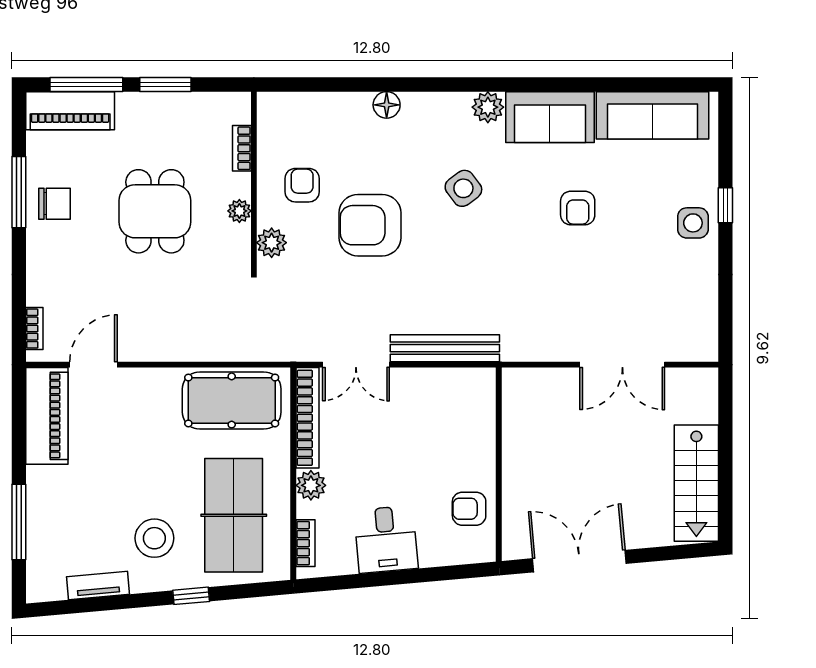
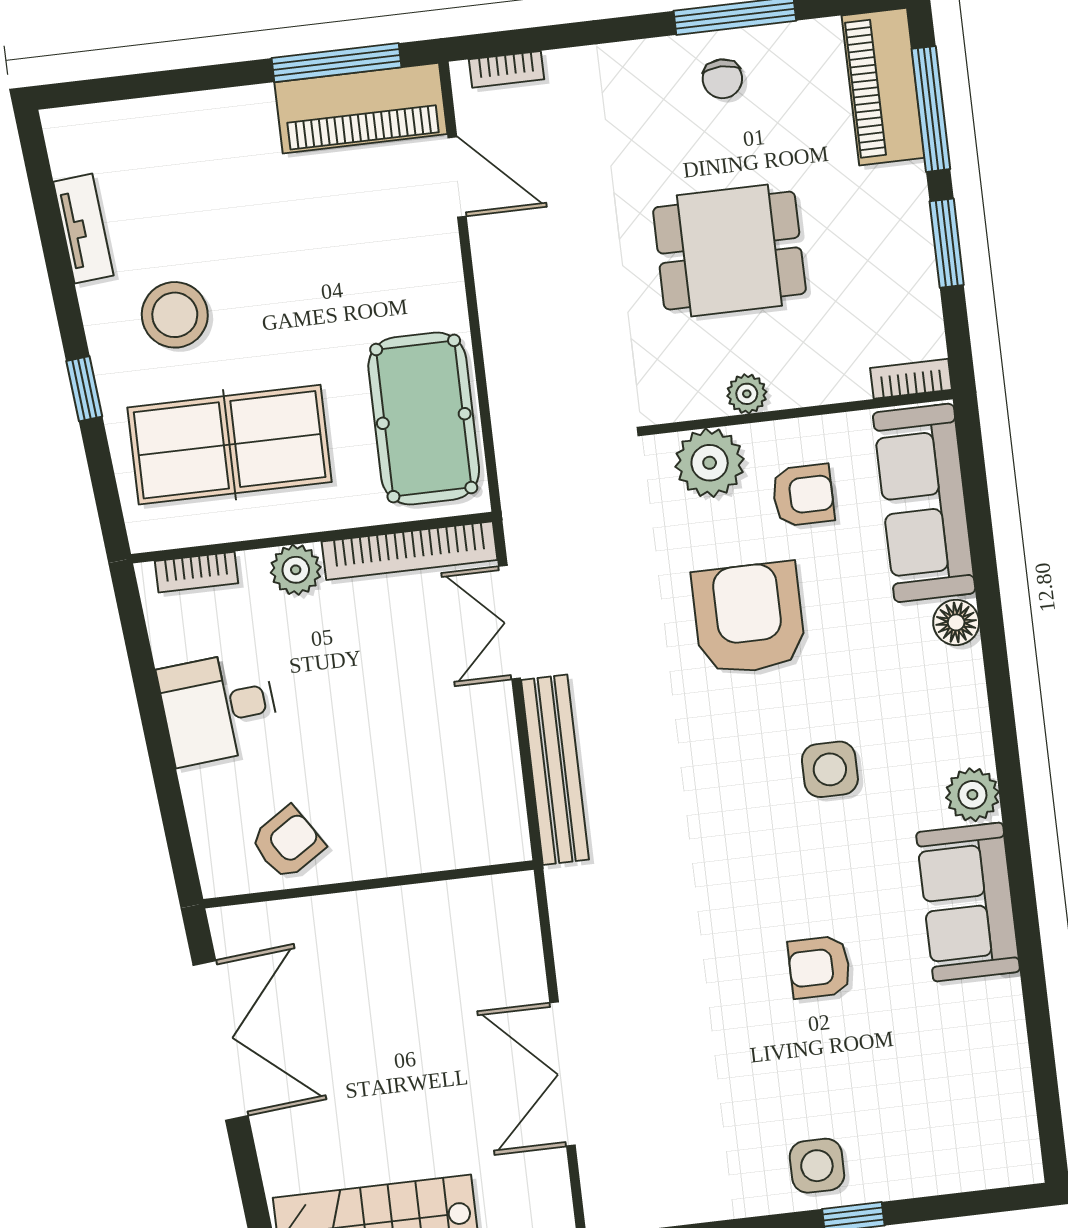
sofa: (652, 115) -> (924, 503), moved
bookcase: (242, 148) -> (911, 379), moved
side table: (463, 188) -> (830, 769), turned 37
chair: (55, 204) -> (722, 79), width x0.73, depth x0.73
plant: (272, 243) -> (710, 463), width x1.36, depth x1.36
armchair: (469, 509) -> (287, 843), turned 57
window: (19, 522) -> (337, 63), moved

